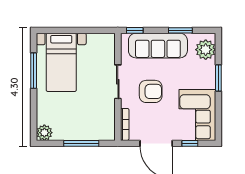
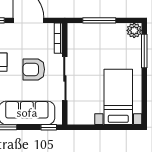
window: (34, 71) -> (144, 51), moved
sliding door: (118, 82) -> (65, 79), width x1.37

